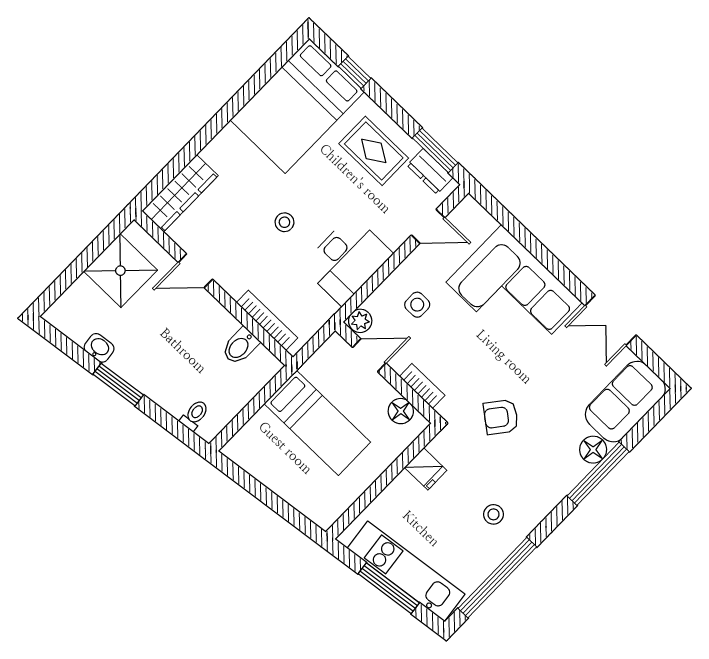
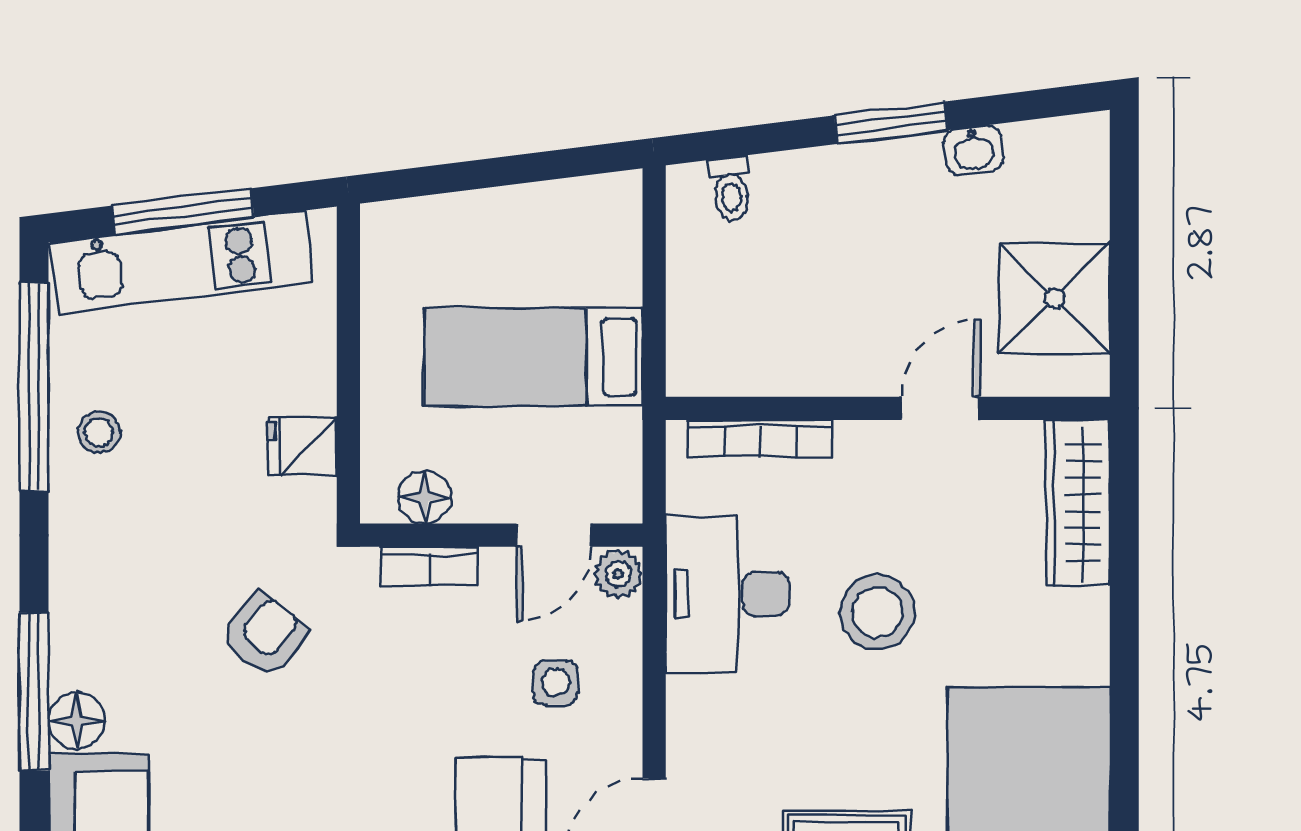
stool: (284, 222) -> (877, 612), width x1.89, depth x1.89
desk: (347, 260) -> (727, 594), moved
bidet: (240, 346) -> (763, 360), removed
stool: (493, 514) -> (99, 432), moved

